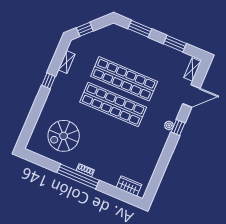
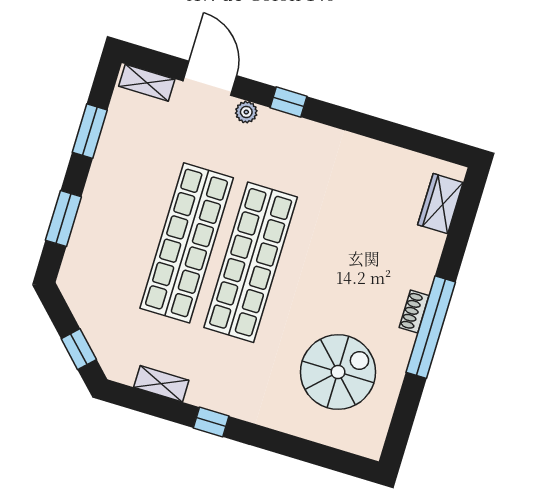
plant: (169, 125) -> (246, 112), moved
spiral stairs: (64, 136) -> (338, 372), turned -90

